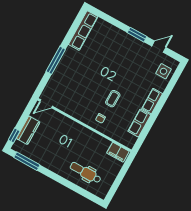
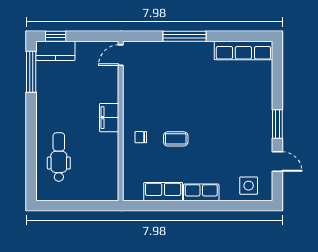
door: (46, 104) -> (121, 55), hinge flipped
kitchen counter: (28, 130) -> (55, 51), moved
filing cabinet: (118, 152) -> (109, 118), moved

